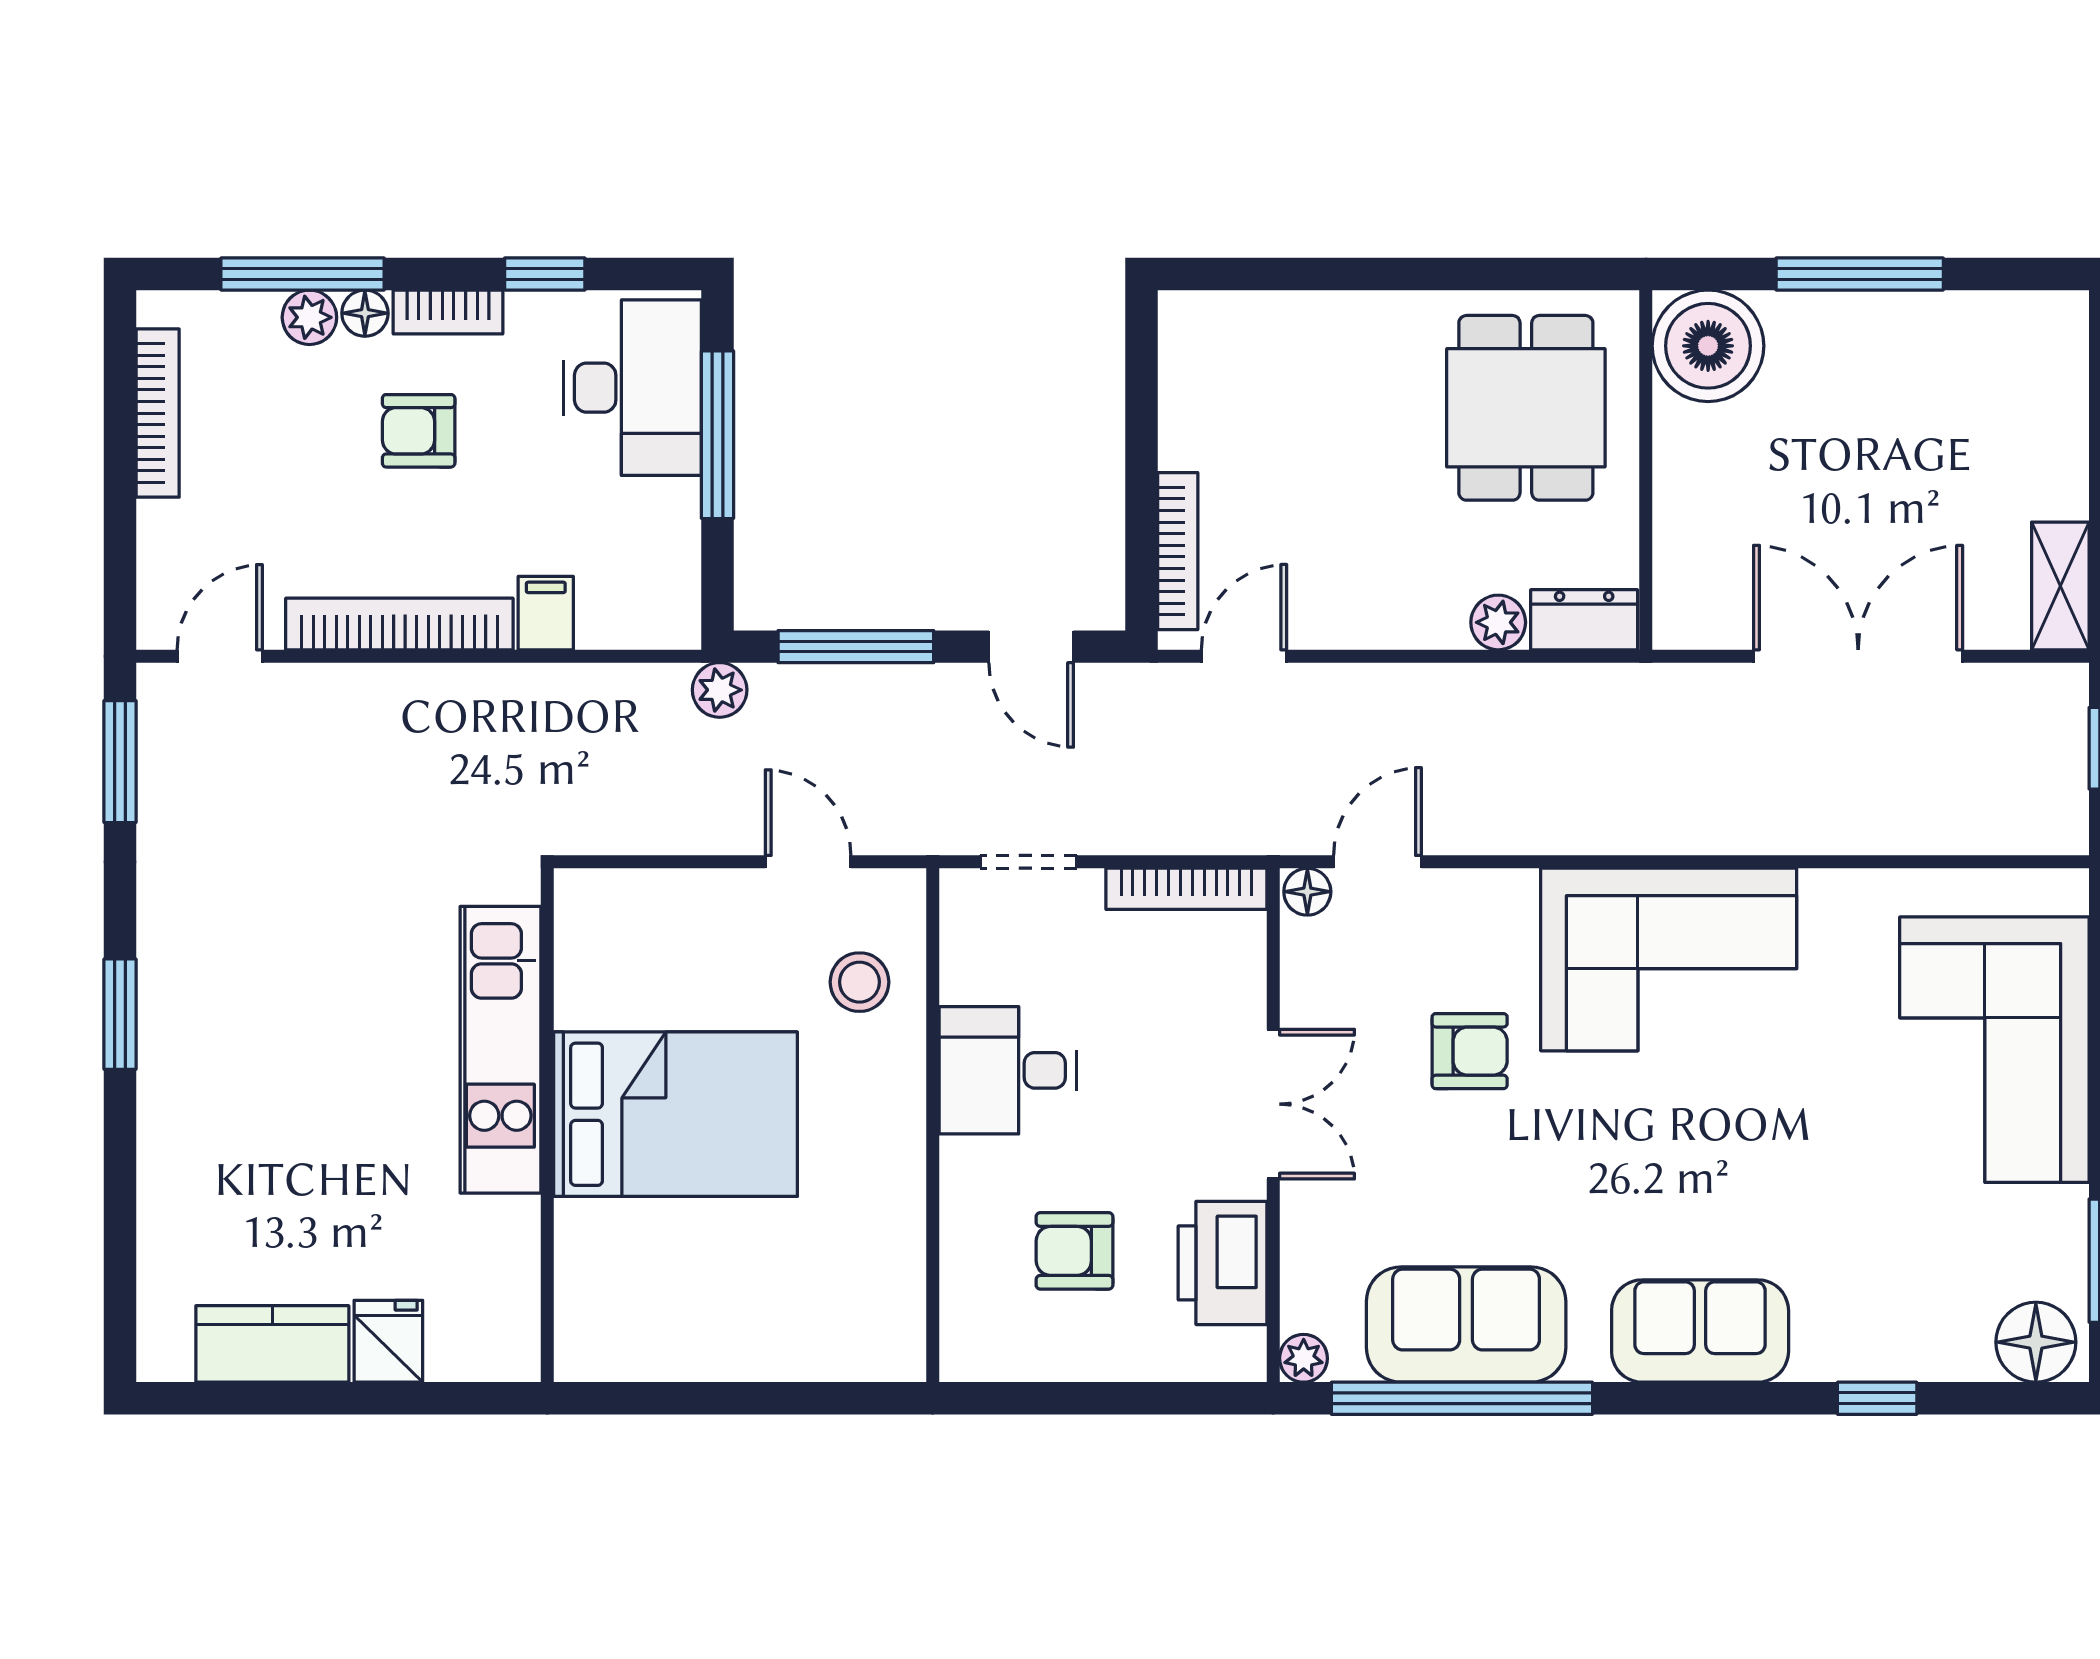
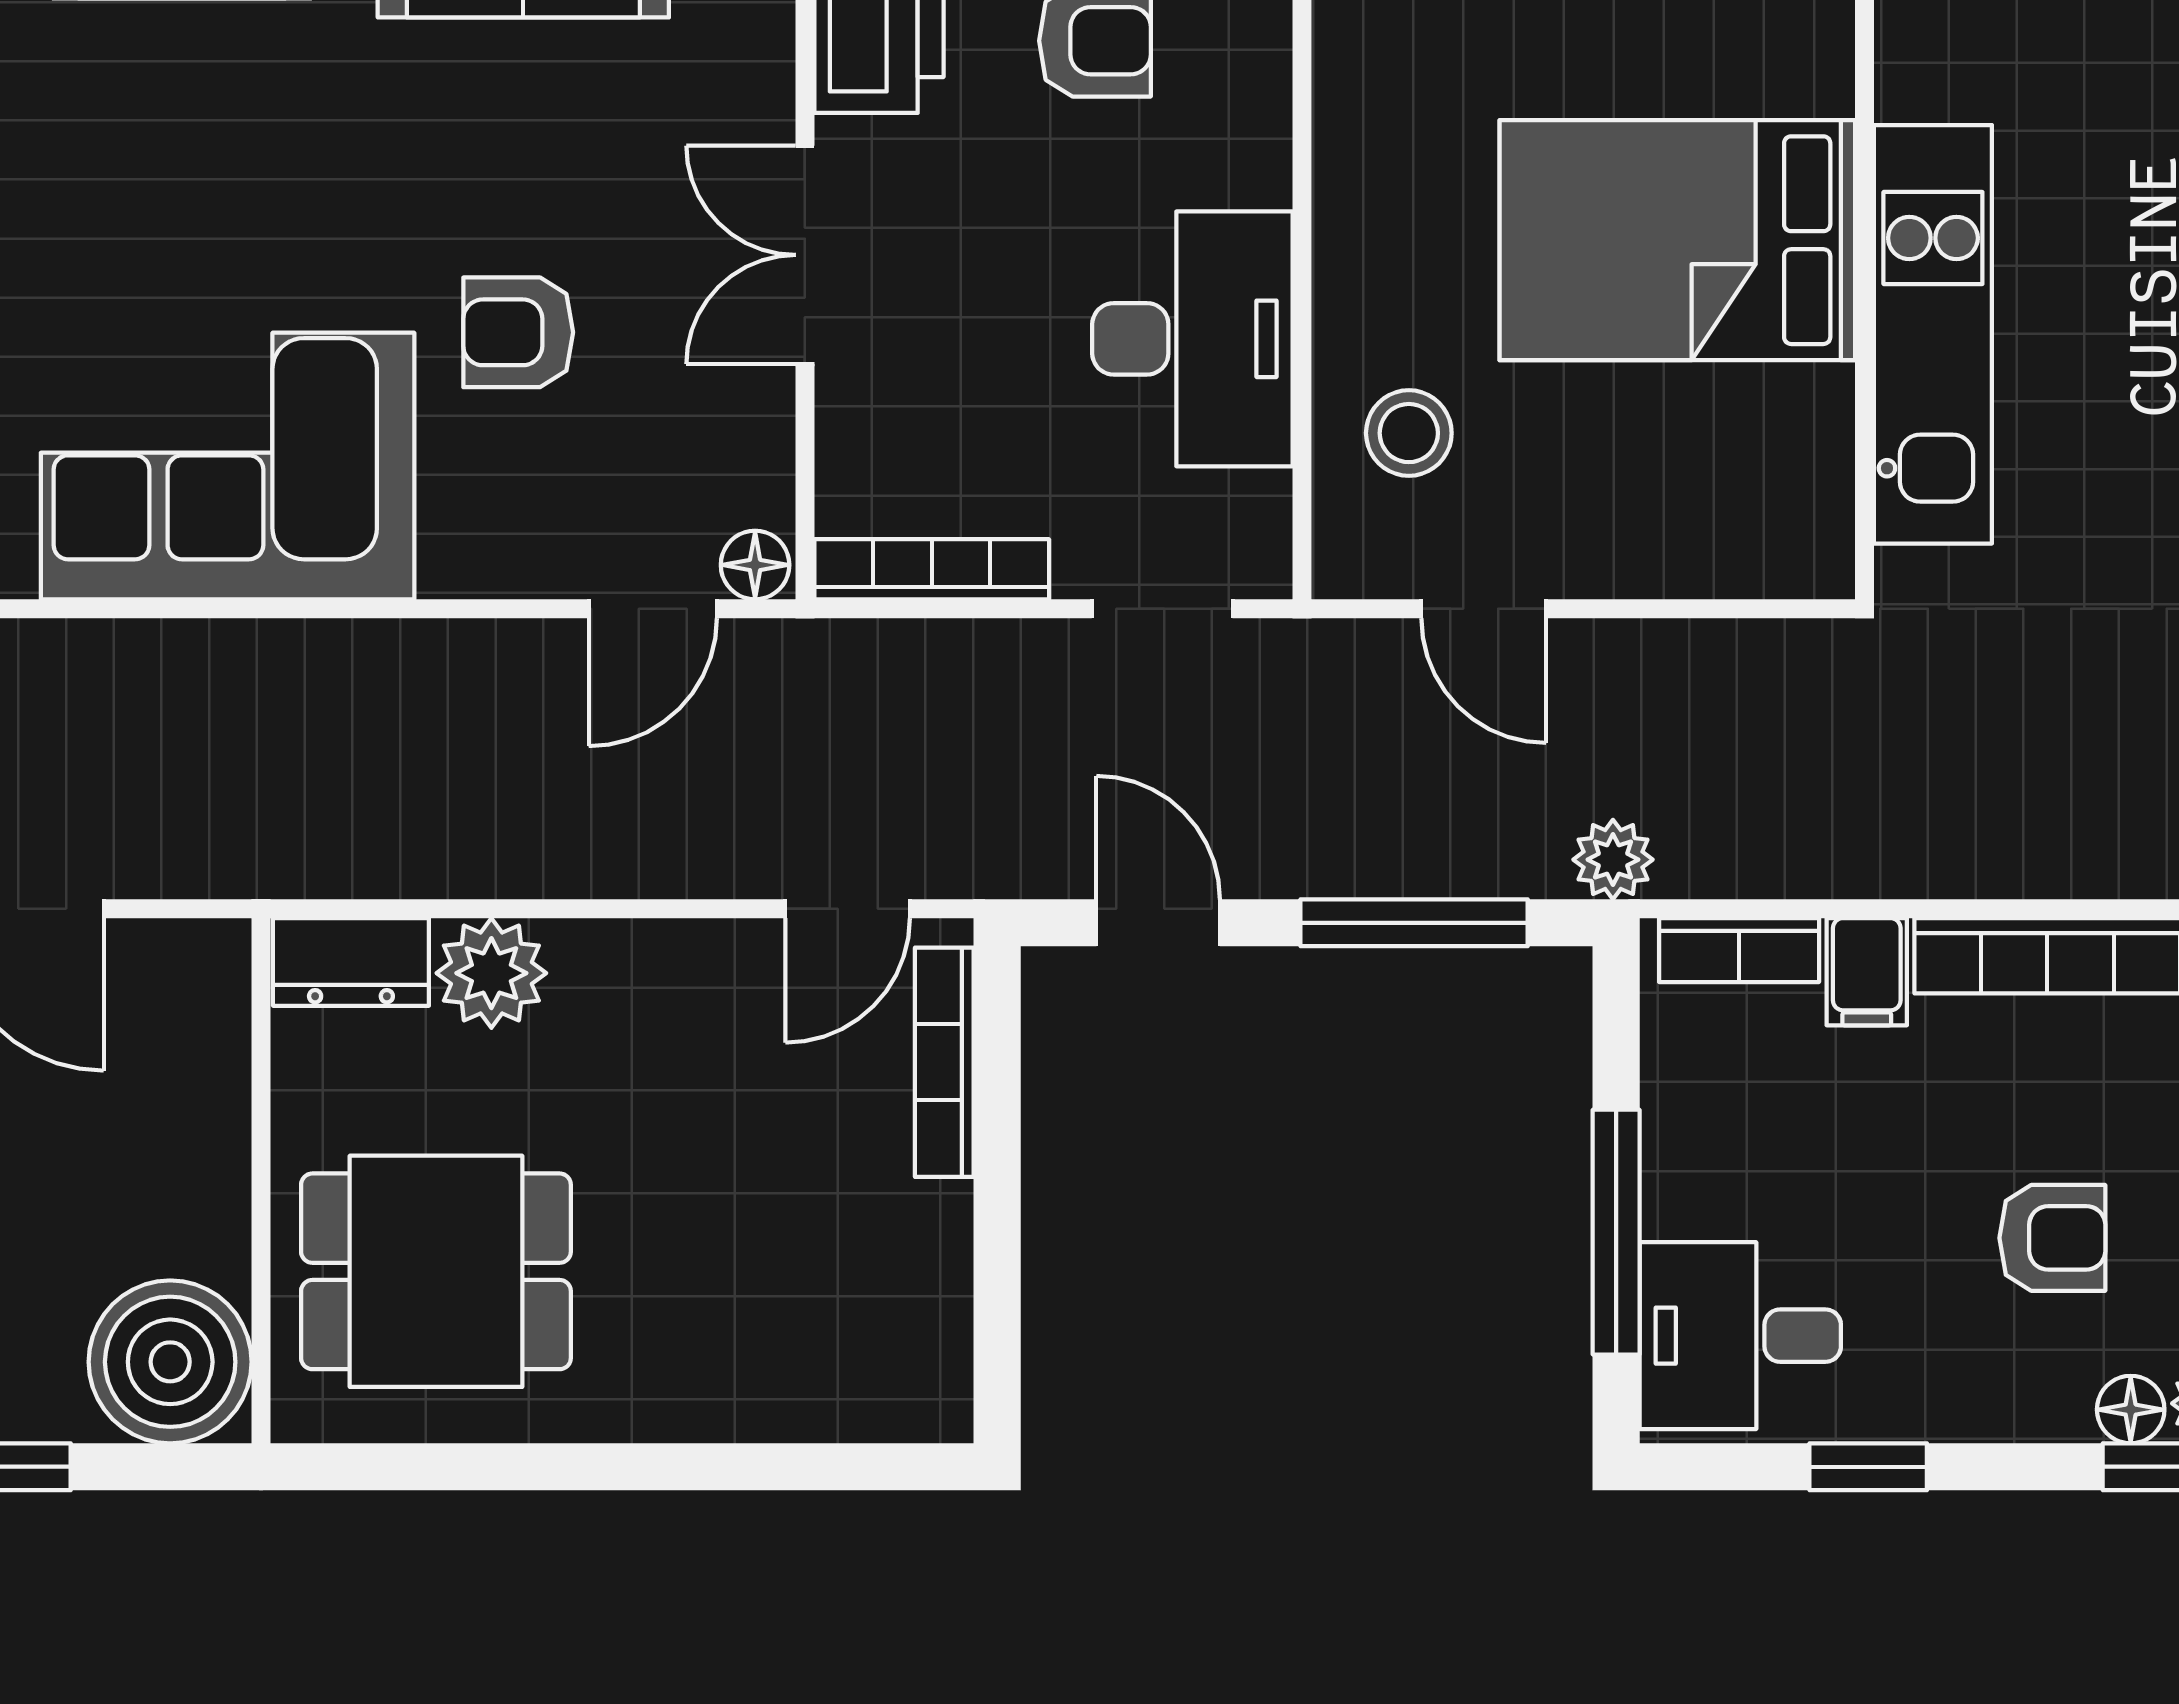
bookcase: (448, 312) -> (1739, 950), moved, turned 180
desk: (632, 388) -> (1740, 1336), width x0.73
dining table: (1526, 408) -> (436, 1271), turned 90
plant: (1498, 622) -> (491, 973), width x1.38, depth x1.38
desk: (1008, 1070) -> (1192, 339), width x1.37

